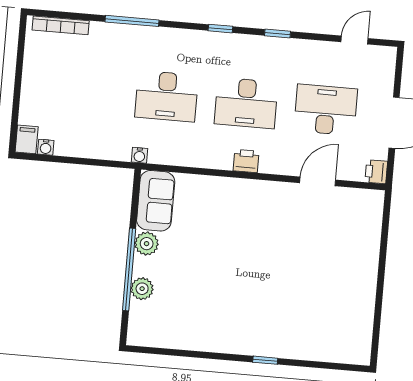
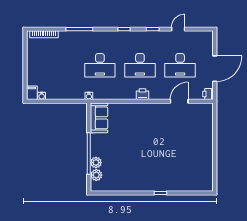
door: (355, 40) -> (178, 29), moved
desk: (326, 110) -> (180, 65), turned 180
plant: (147, 244) -> (96, 175), moved

